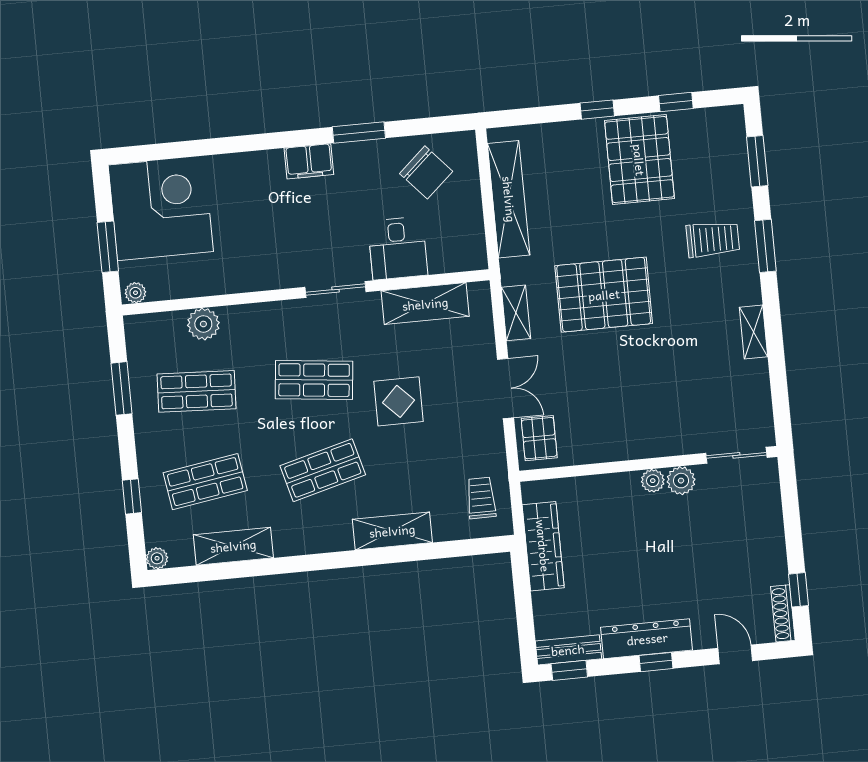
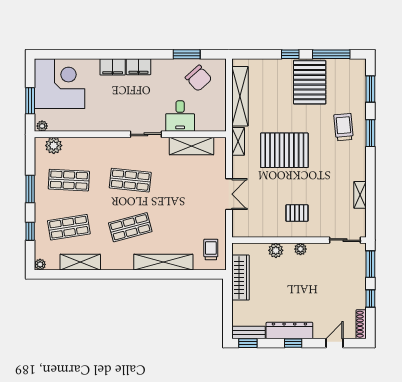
window: (676, 102) -> (331, 54), width x2.17
window: (359, 133) -> (187, 54), moved
filing cabinet: (259, 167) -> (113, 67), added
trolley: (713, 239) -> (344, 127), turned -95
shelving: (516, 313) -> (238, 141), moved
plant: (203, 324) -> (54, 146), moved
shelving: (754, 332) -> (360, 195), moved
window: (121, 388) -> (30, 189), moved
display table: (398, 401) -> (173, 195), removed
pallet: (539, 438) -> (297, 213), moved, turned 90
plant: (681, 481) -> (276, 250), moved
window: (789, 497) -> (370, 264), added
shelving: (392, 531) -> (163, 262), width x1.47
window: (798, 590) -> (370, 298), moved
door: (735, 654) -> (335, 343), hinge flipped

